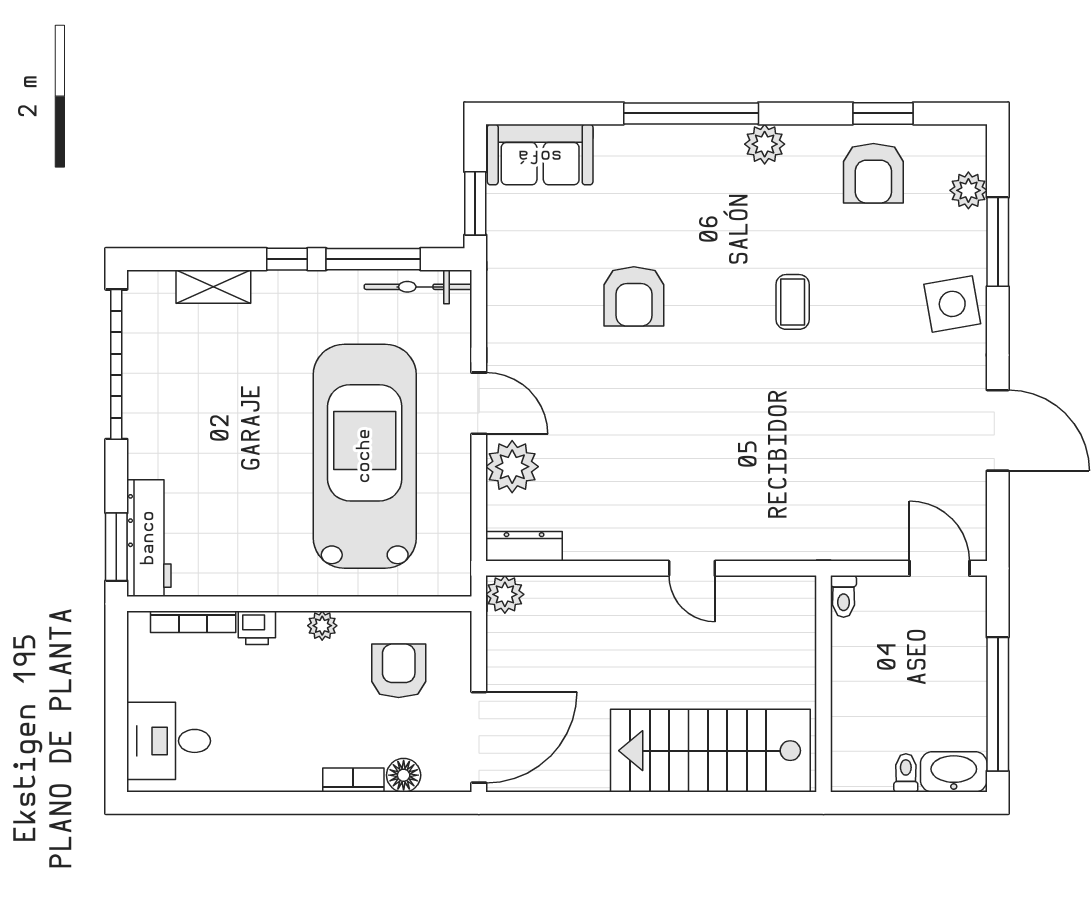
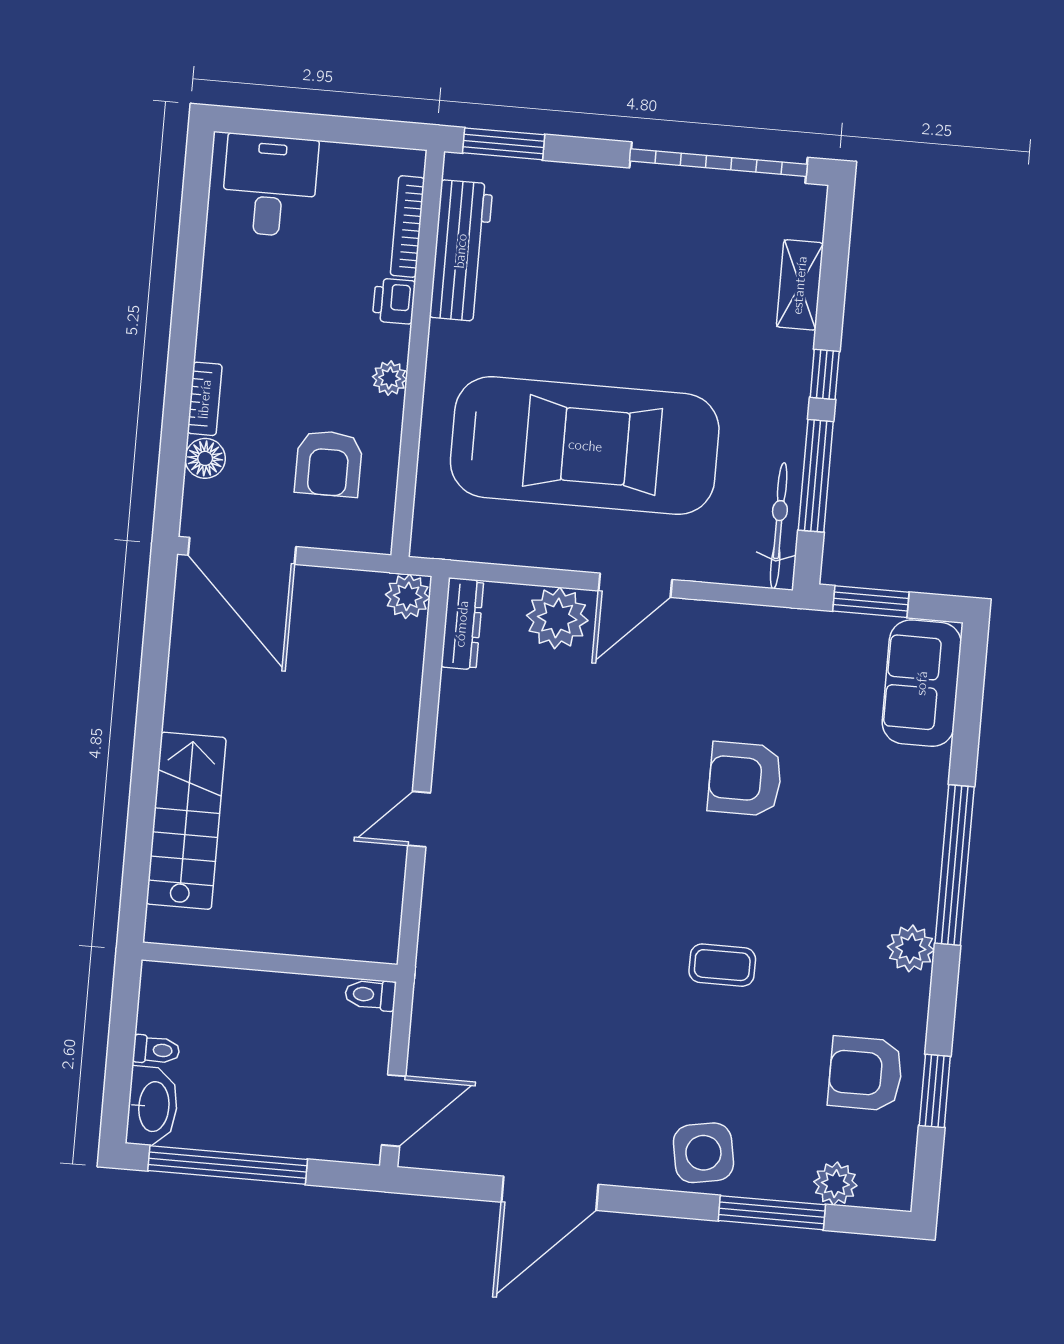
workbench: (149, 538) -> (461, 251), moved, turned -90
armchair: (399, 671) -> (329, 463), turned 90
stairs: (710, 751) -> (186, 821), width x0.73, depth x0.66

